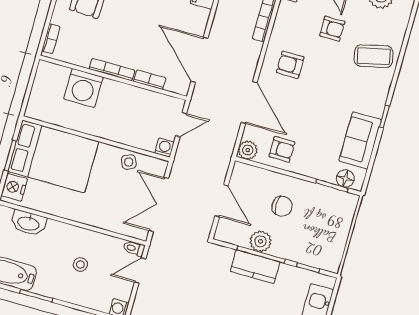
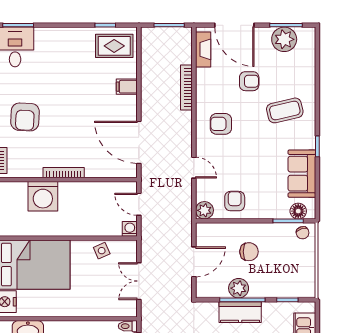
coffee table: (374, 56) -> (285, 110), moved
bookcase: (150, 80) -> (100, 172), removed
door: (249, 102) -> (194, 168), width x0.53
door: (181, 125) -> (139, 204), swing flipped
armchair: (282, 149) -> (235, 201), turned -90
door: (222, 201) -> (194, 262), hinge flipped
chair: (343, 202) -> (303, 233), added
double door: (159, 205) -> (139, 281), width x0.73

